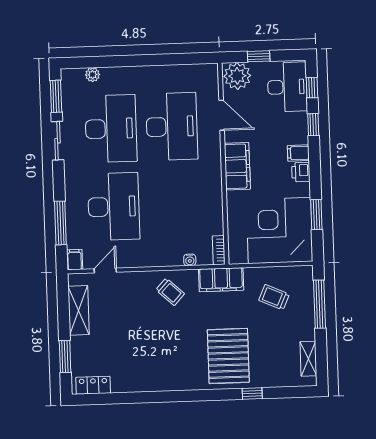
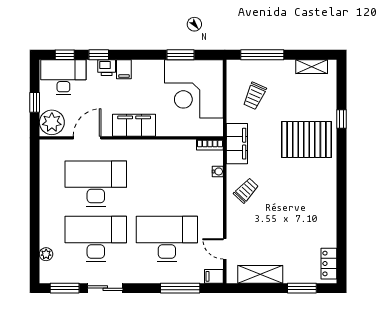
printer: (301, 172) -> (107, 68), moved

